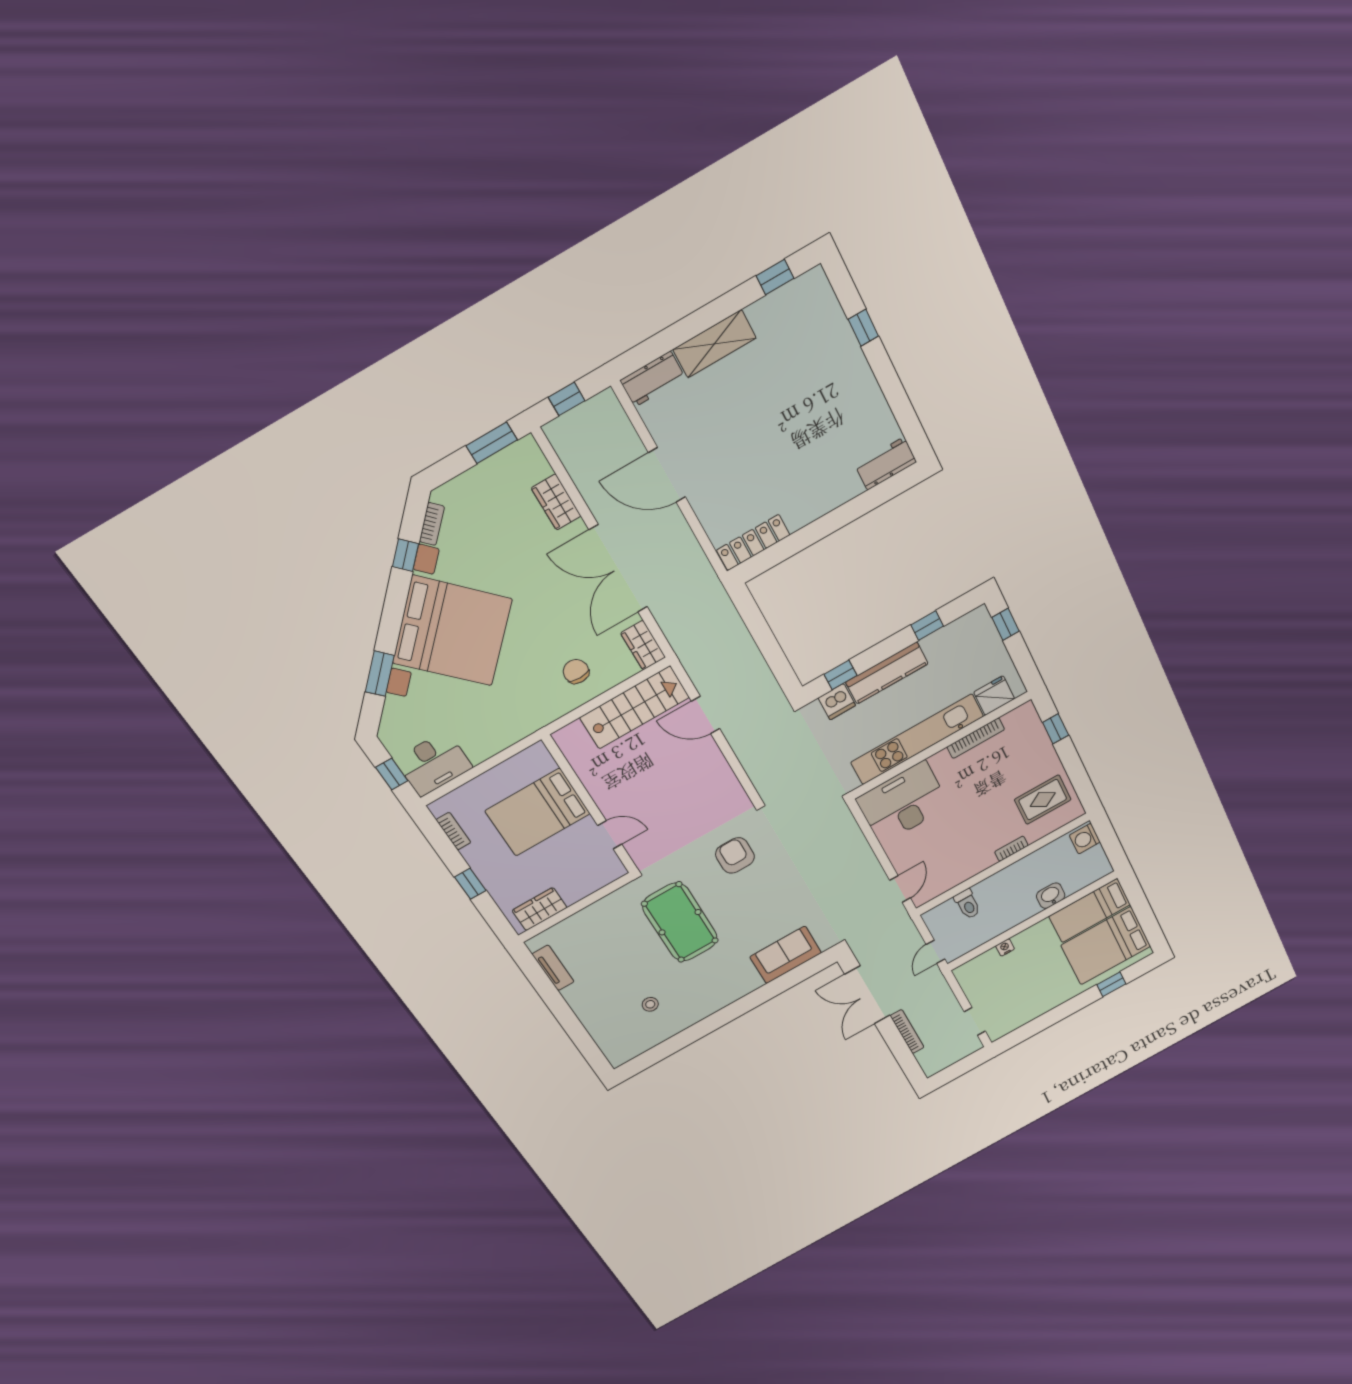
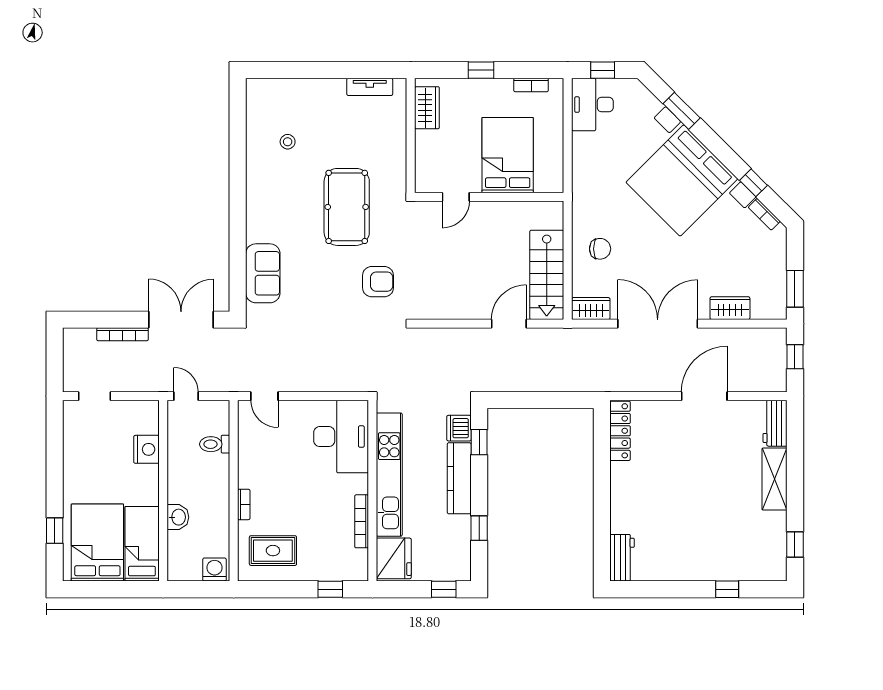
fridge: (994, 696) -> (394, 558), width x1.36, depth x1.34
rug: (1043, 800) -> (273, 551), turned 90
pool table: (680, 922) -> (347, 207), turned 90
nightstand: (1005, 947) -> (147, 449), width x1.89, depth x1.79

